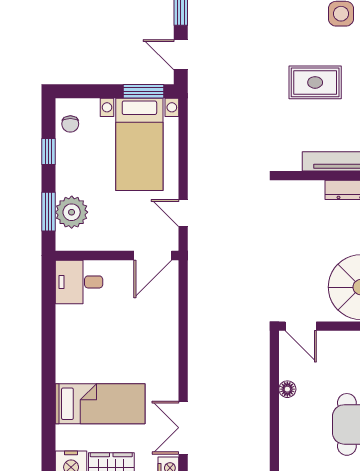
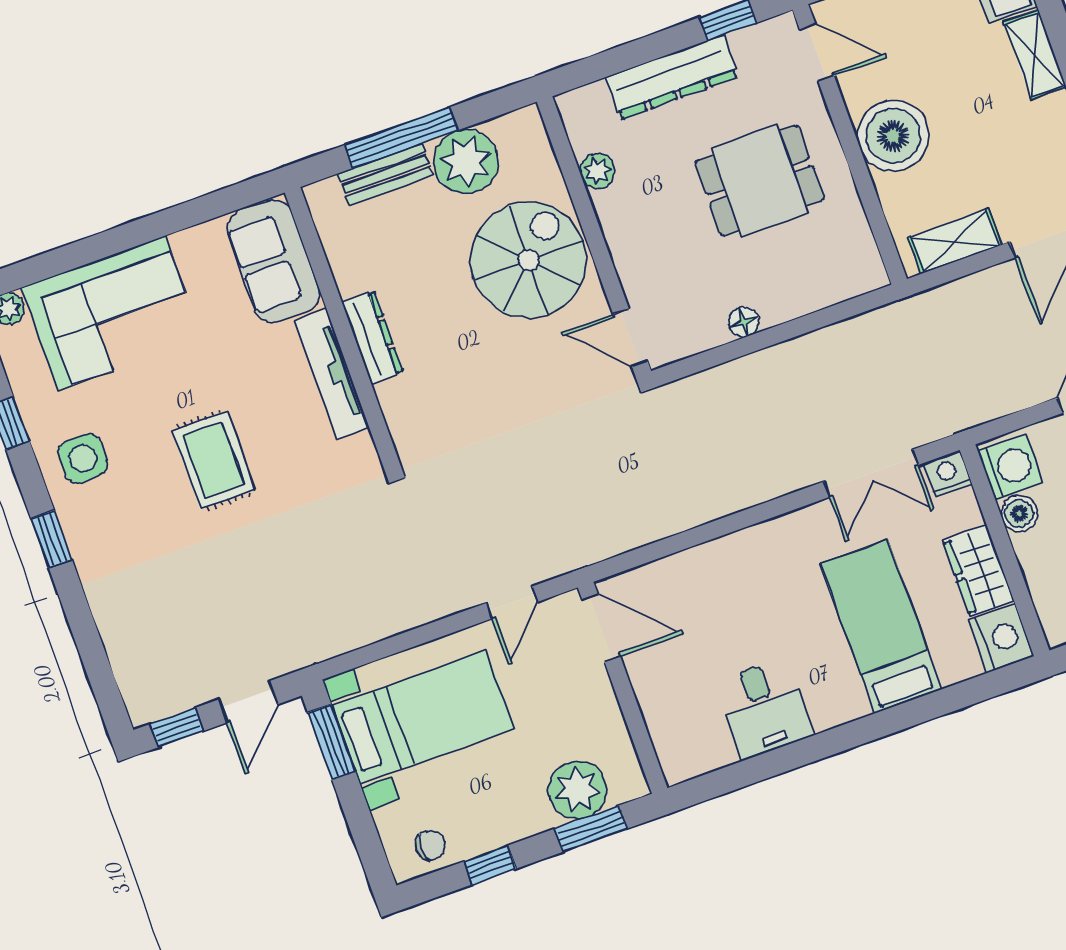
desk: (79, 282) -> (764, 709), moved
door: (301, 326) -> (630, 337), swing flipped

